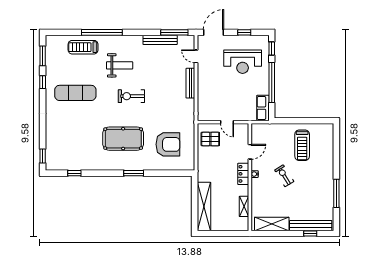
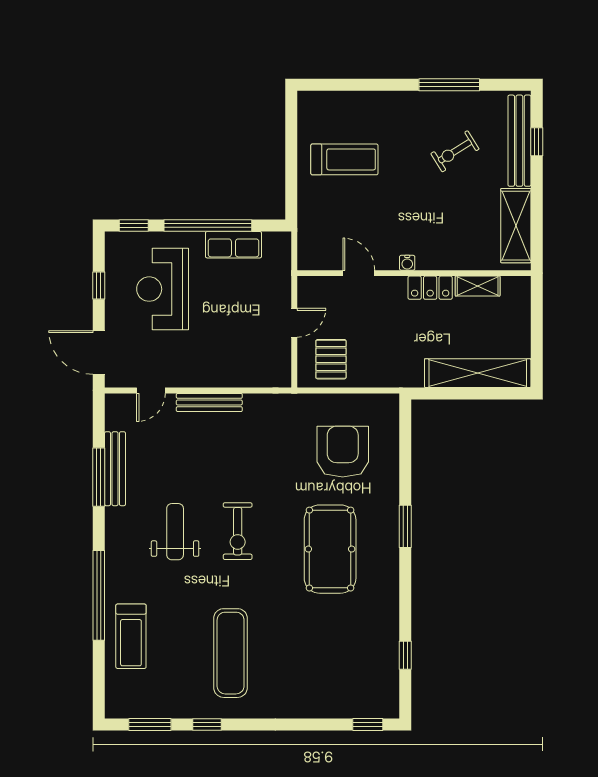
window: (174, 32) -> (99, 477), moved
reception desk: (243, 62) -> (163, 289), turned 180
weight bench: (120, 65) -> (175, 532), moved
row of seats: (263, 108) -> (233, 245), moved
locker: (243, 174) -> (430, 288), moved
exercise bike: (284, 176) -> (455, 151), moved

